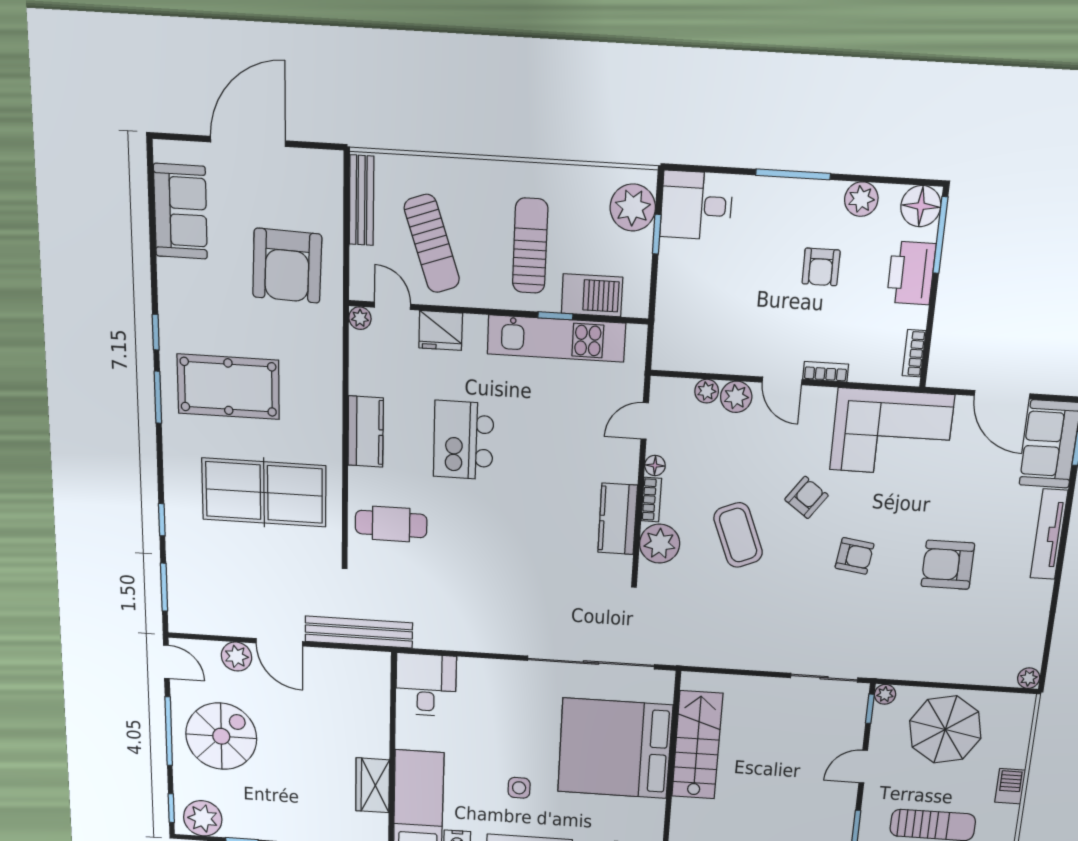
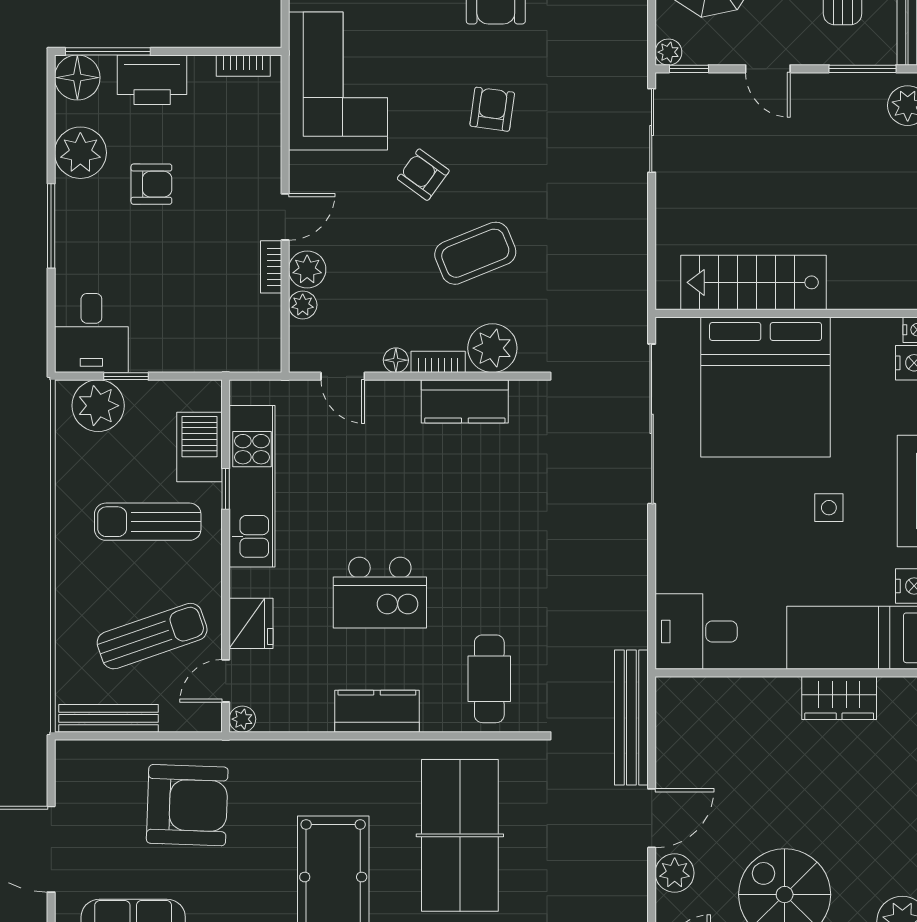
plant: (861, 199) -> (80, 153), width x1.36, depth x1.36
bookcase: (826, 372) -> (271, 267), moved

